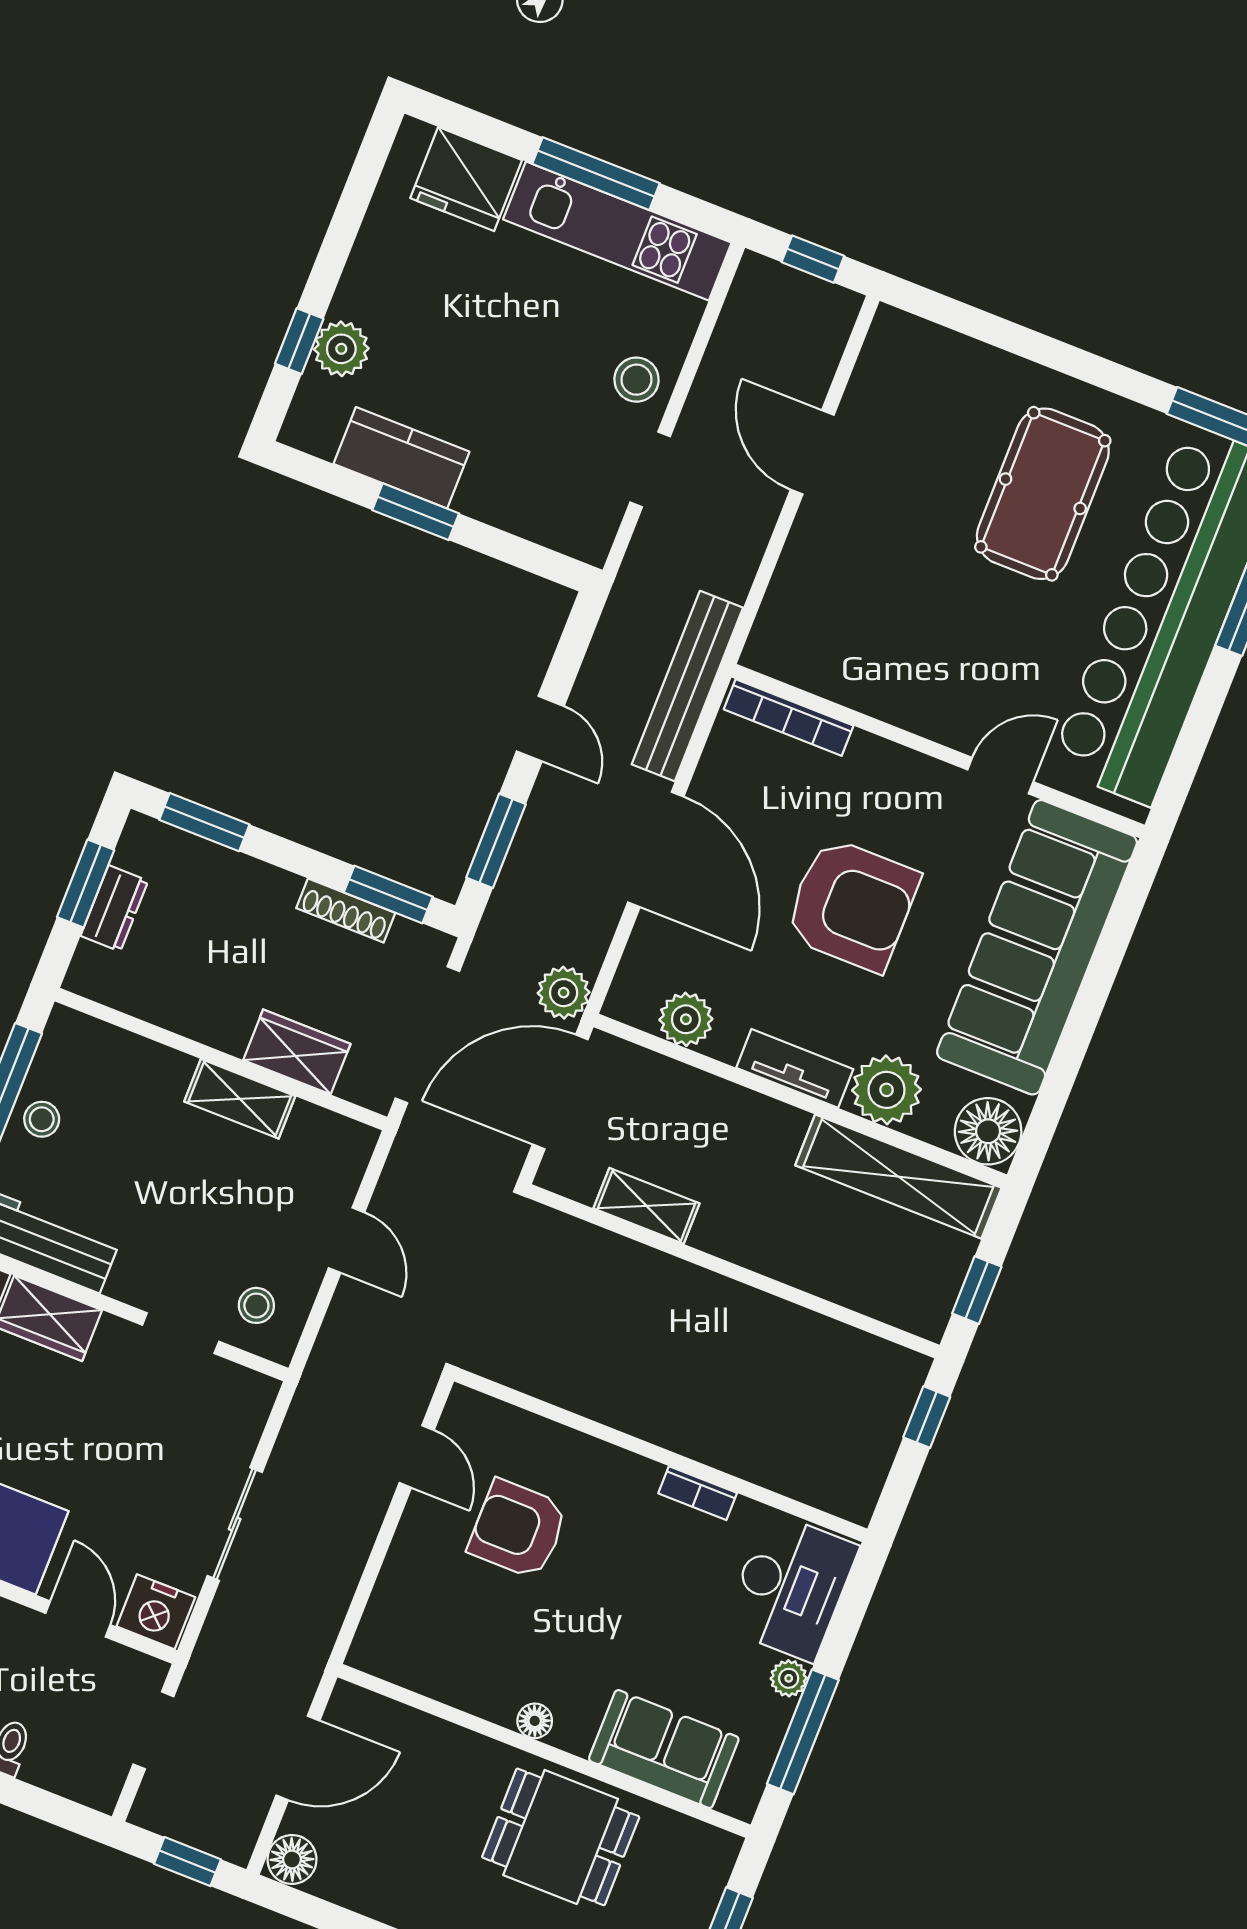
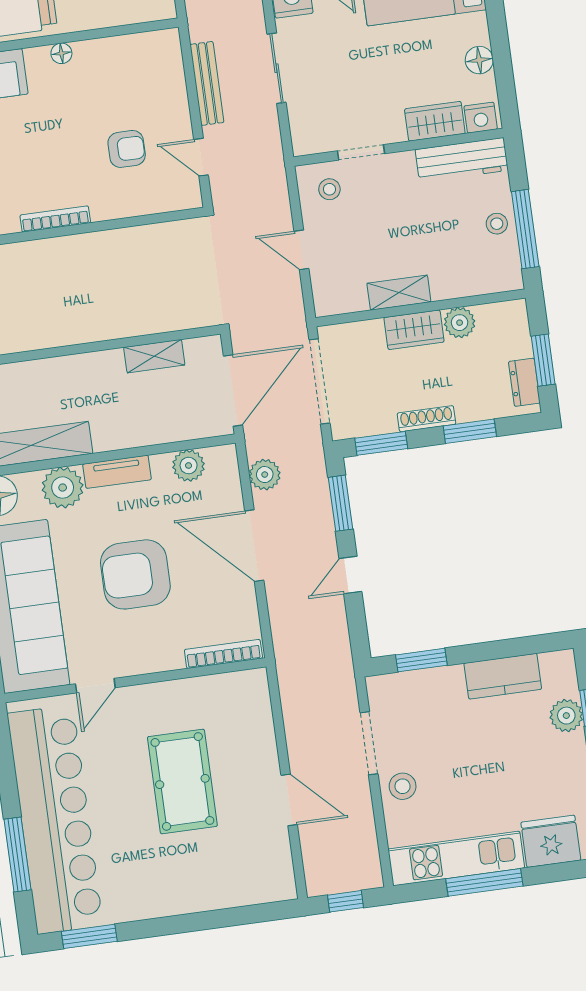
doorway: (650, 469) -> (369, 743), width x1.38
pool table: (1043, 494) -> (182, 781), moved
window: (416, 512) -> (421, 660), moved
bench: (687, 686) -> (207, 83), moved, width x0.73, depth x0.82
door: (540, 729) -> (350, 575), hinge flipped
window: (204, 822) -> (470, 431), moved
dresser: (114, 908) -> (524, 382), moved
shoe rack: (346, 911) -> (426, 419), moved
plant: (564, 993) -> (265, 475), moved
plant: (176, 1006) -> (460, 323), added
wardrobe: (297, 1052) -> (414, 330), moved
bookcase: (698, 1493) -> (55, 219), width x1.56
armchair: (518, 1529) -> (127, 149), width x0.72, depth x0.72

